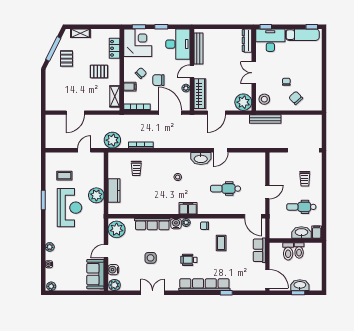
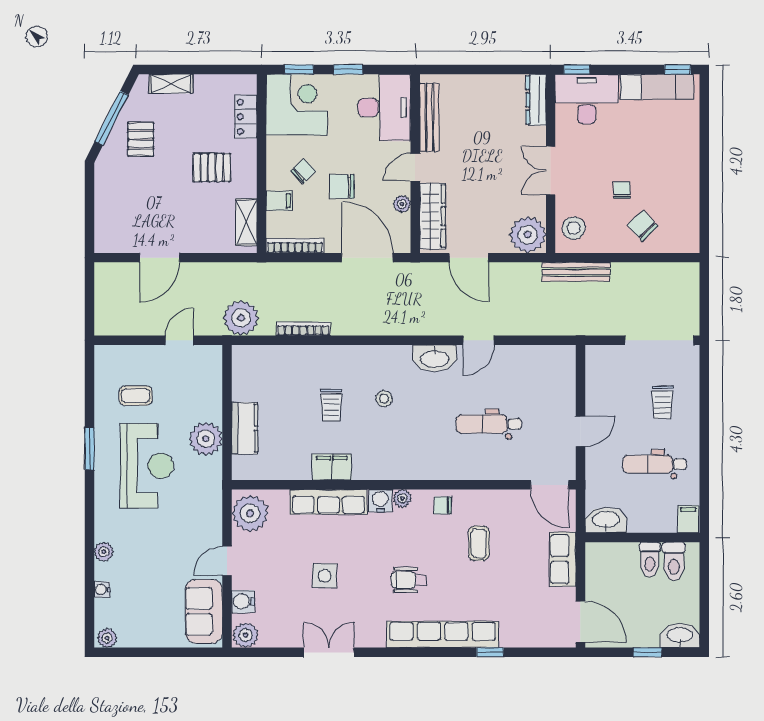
door: (216, 113) -> (469, 258), hinge flipped
trolley: (136, 168) -> (331, 405), moved
filing cabinet: (188, 208) -> (332, 467), moved
washbasin: (301, 232) -> (606, 520), moved
toilet: (288, 251) -> (674, 561), moved
washbasin: (300, 285) -> (680, 636), moved

